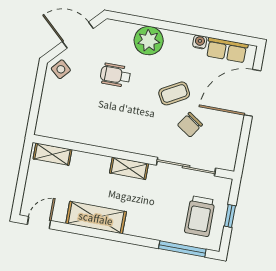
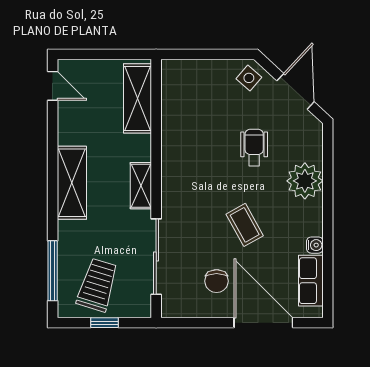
chair: (190, 125) -> (217, 281), moved, turned -124
shelving: (52, 154) -> (137, 98), width x1.50, depth x1.33
trolley: (200, 216) -> (97, 285), turned 107
shelving: (96, 218) -> (72, 183), moved

